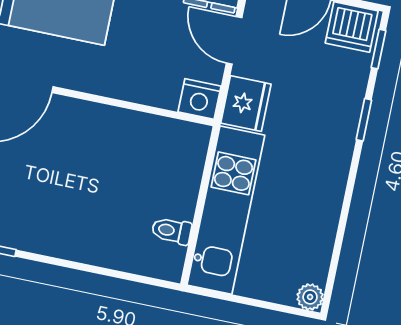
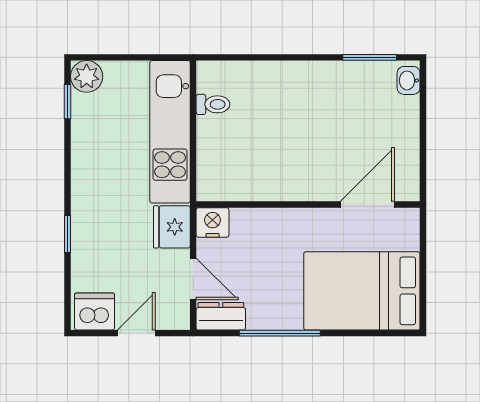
window: (378, 49) -> (68, 102), moved
plant: (310, 297) -> (87, 76), width x1.38, depth x1.38

